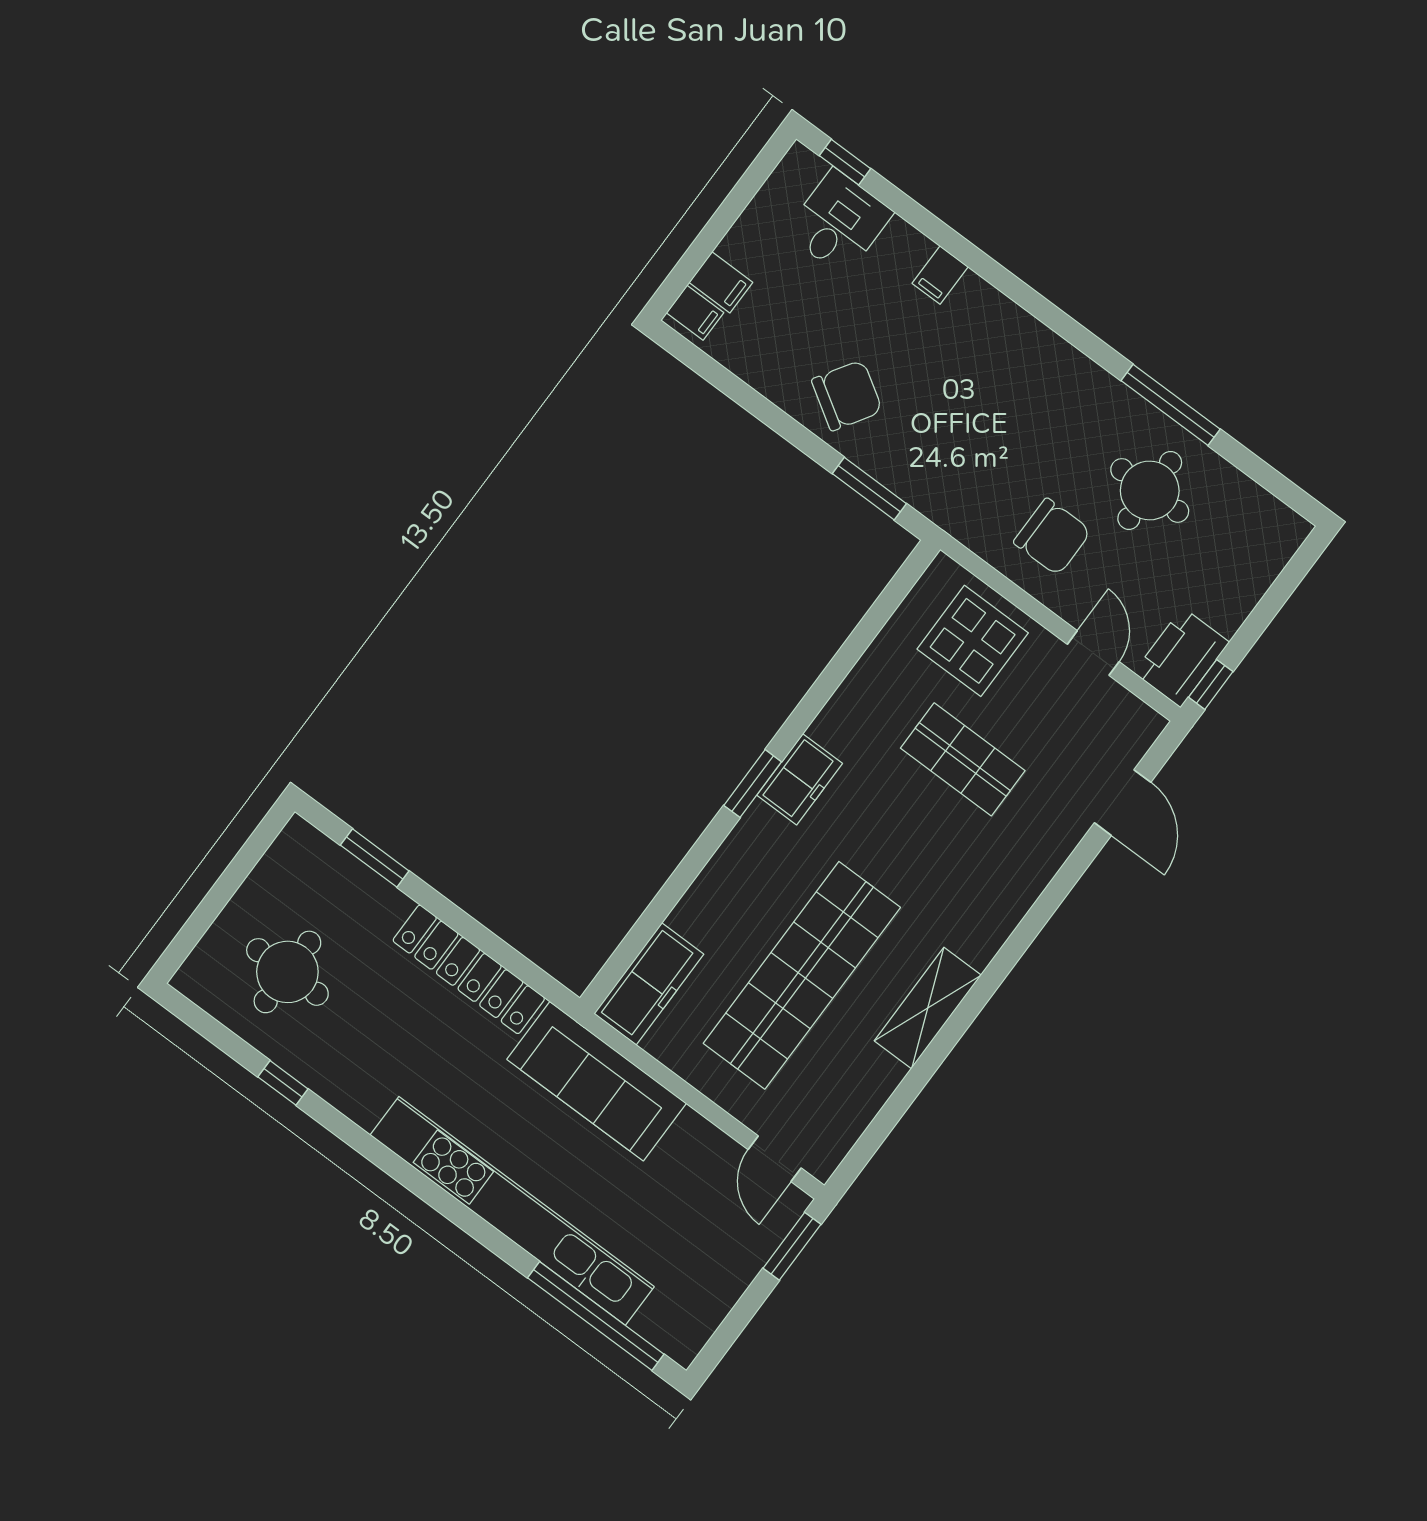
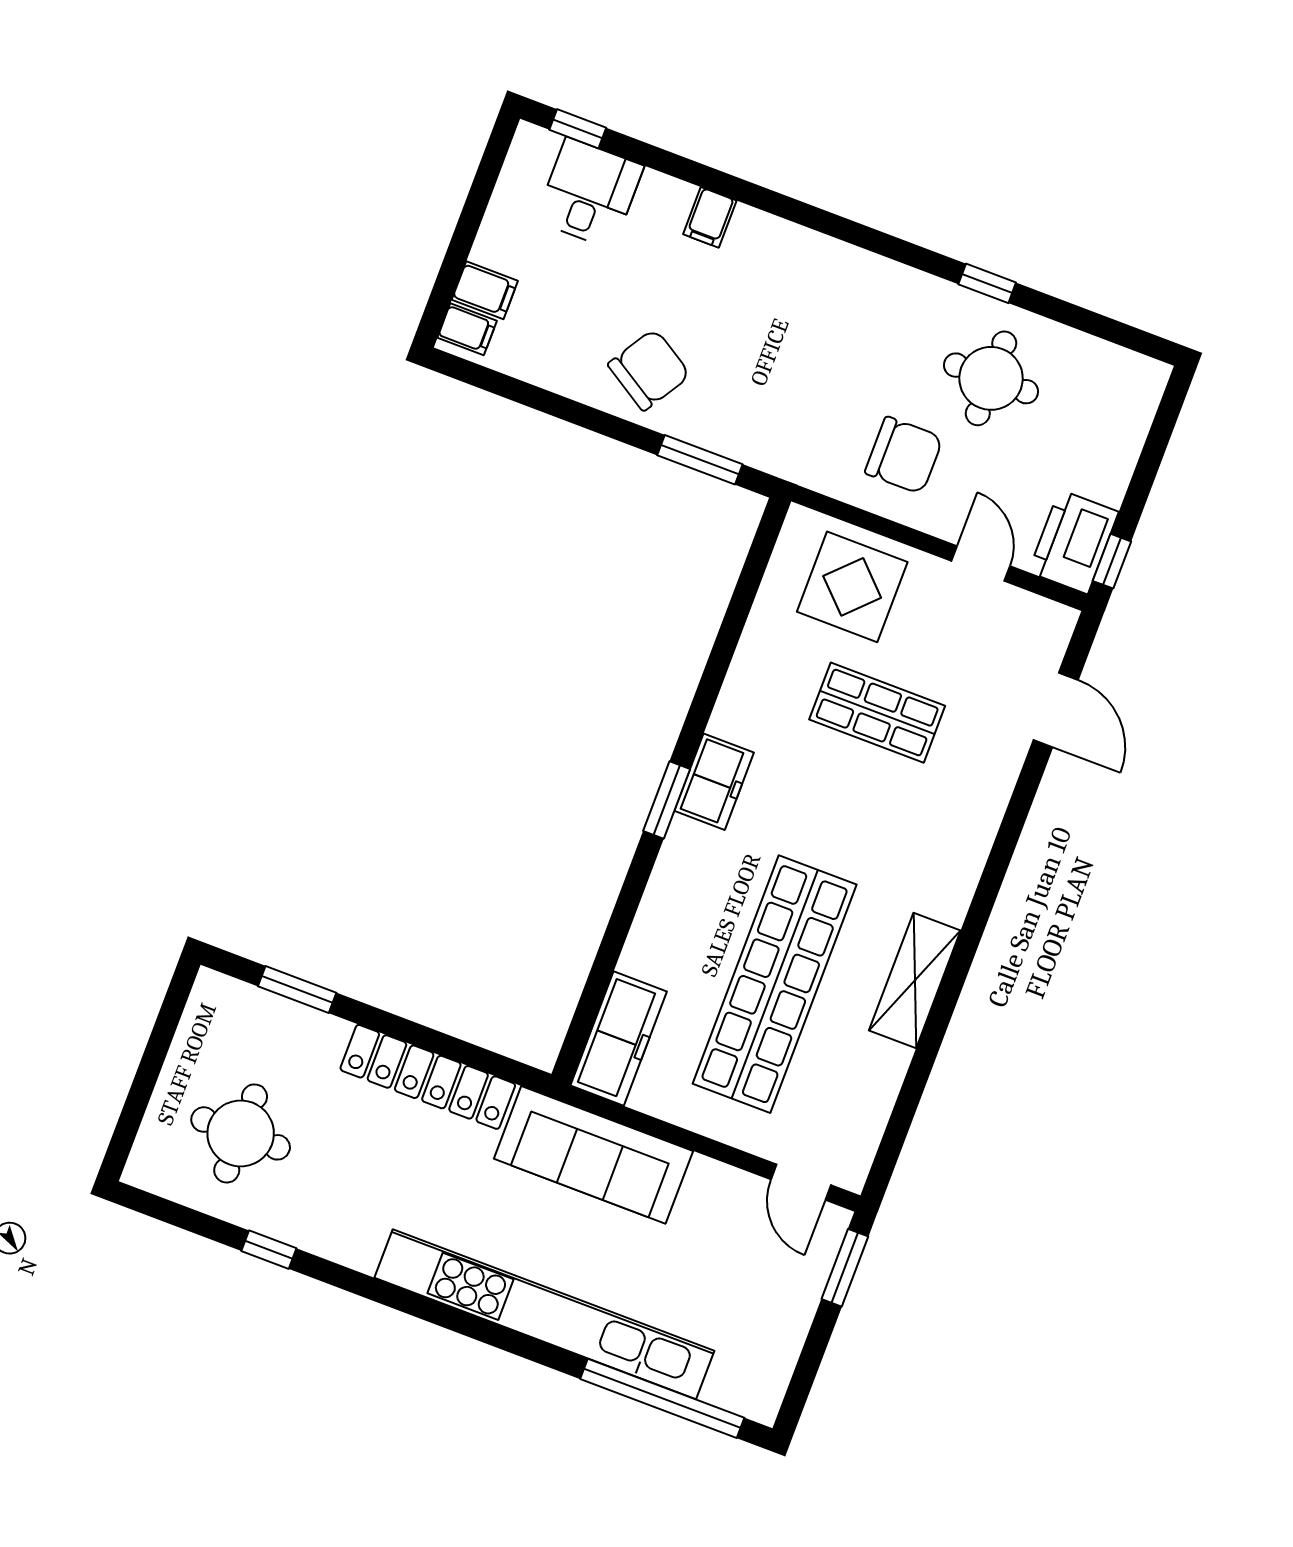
window: (1171, 405) -> (987, 283), width x0.46

